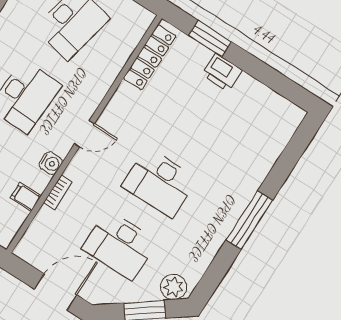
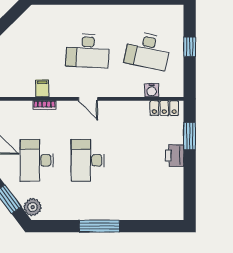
locker: (150, 57) -> (164, 108), width x0.66
water cooler: (51, 163) -> (152, 90), moved
filing cabinet: (26, 197) -> (42, 88), moved

